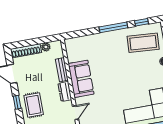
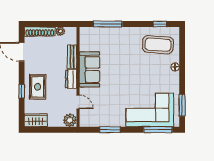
window: (113, 27) -> (108, 24), moved
window: (17, 102) -> (22, 91), moved
door: (76, 113) -> (78, 102), hinge flipped

